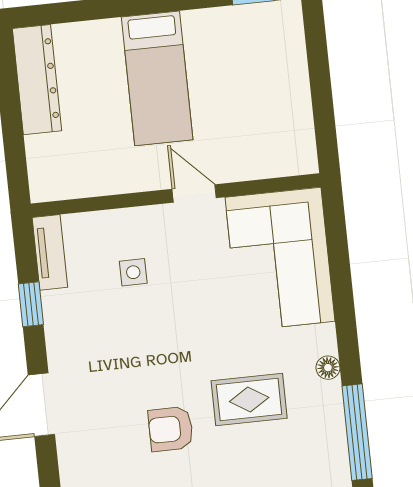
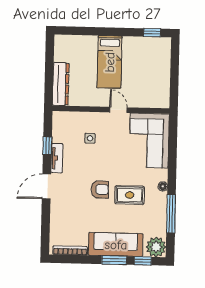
dresser: (37, 80) -> (61, 84), moved
tv unit: (50, 252) -> (57, 158), moved
armchair: (171, 429) -> (100, 189), moved, turned 180

